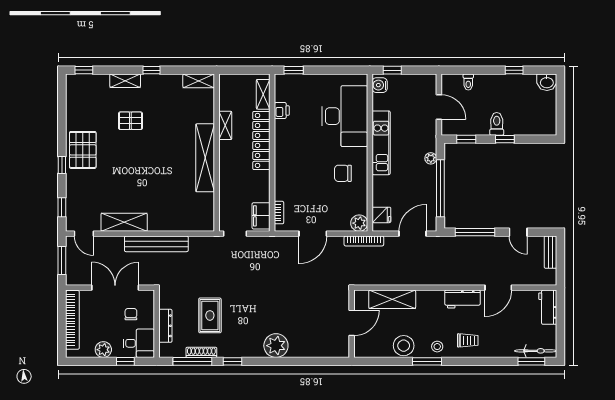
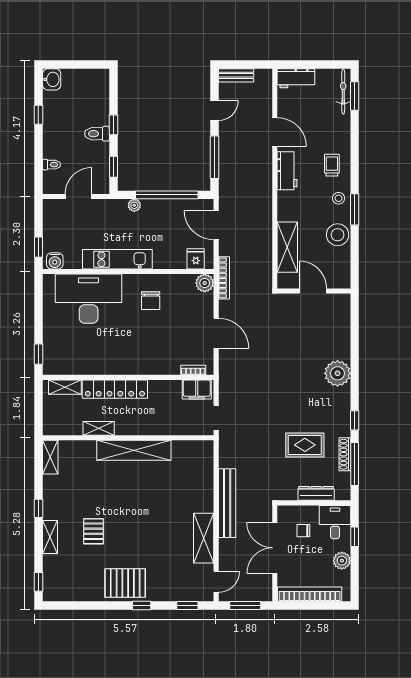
printer: (282, 110) -> (82, 367), removed

